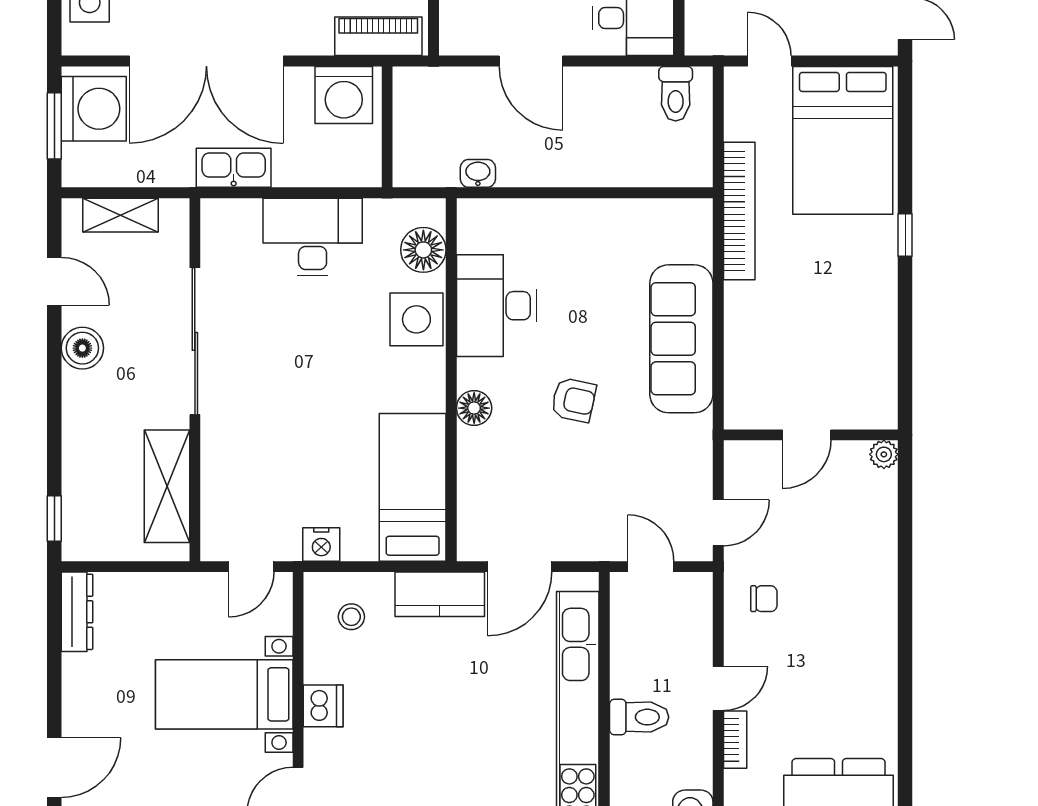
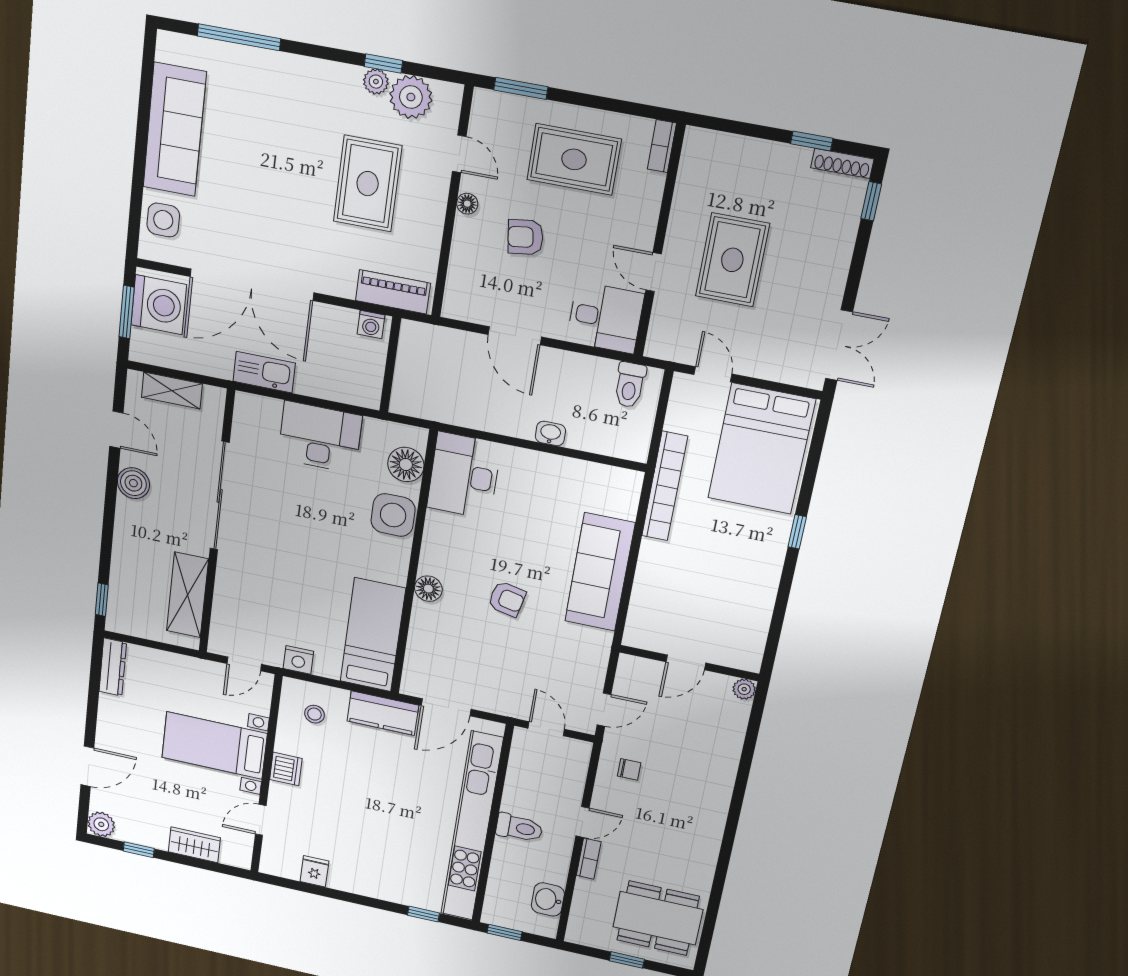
washing machine: (344, 95) -> (371, 325), width x0.53, depth x0.53
washbasin: (478, 173) -> (550, 433), moved
desk: (497, 306) -> (464, 476), moved

